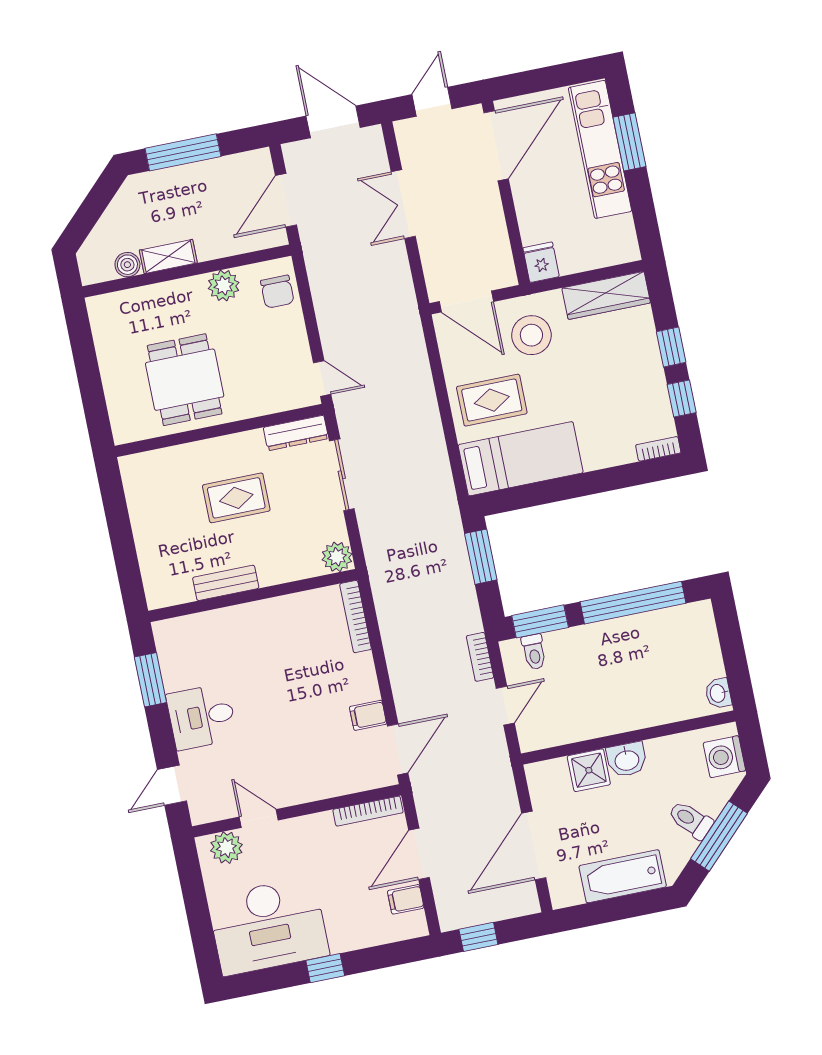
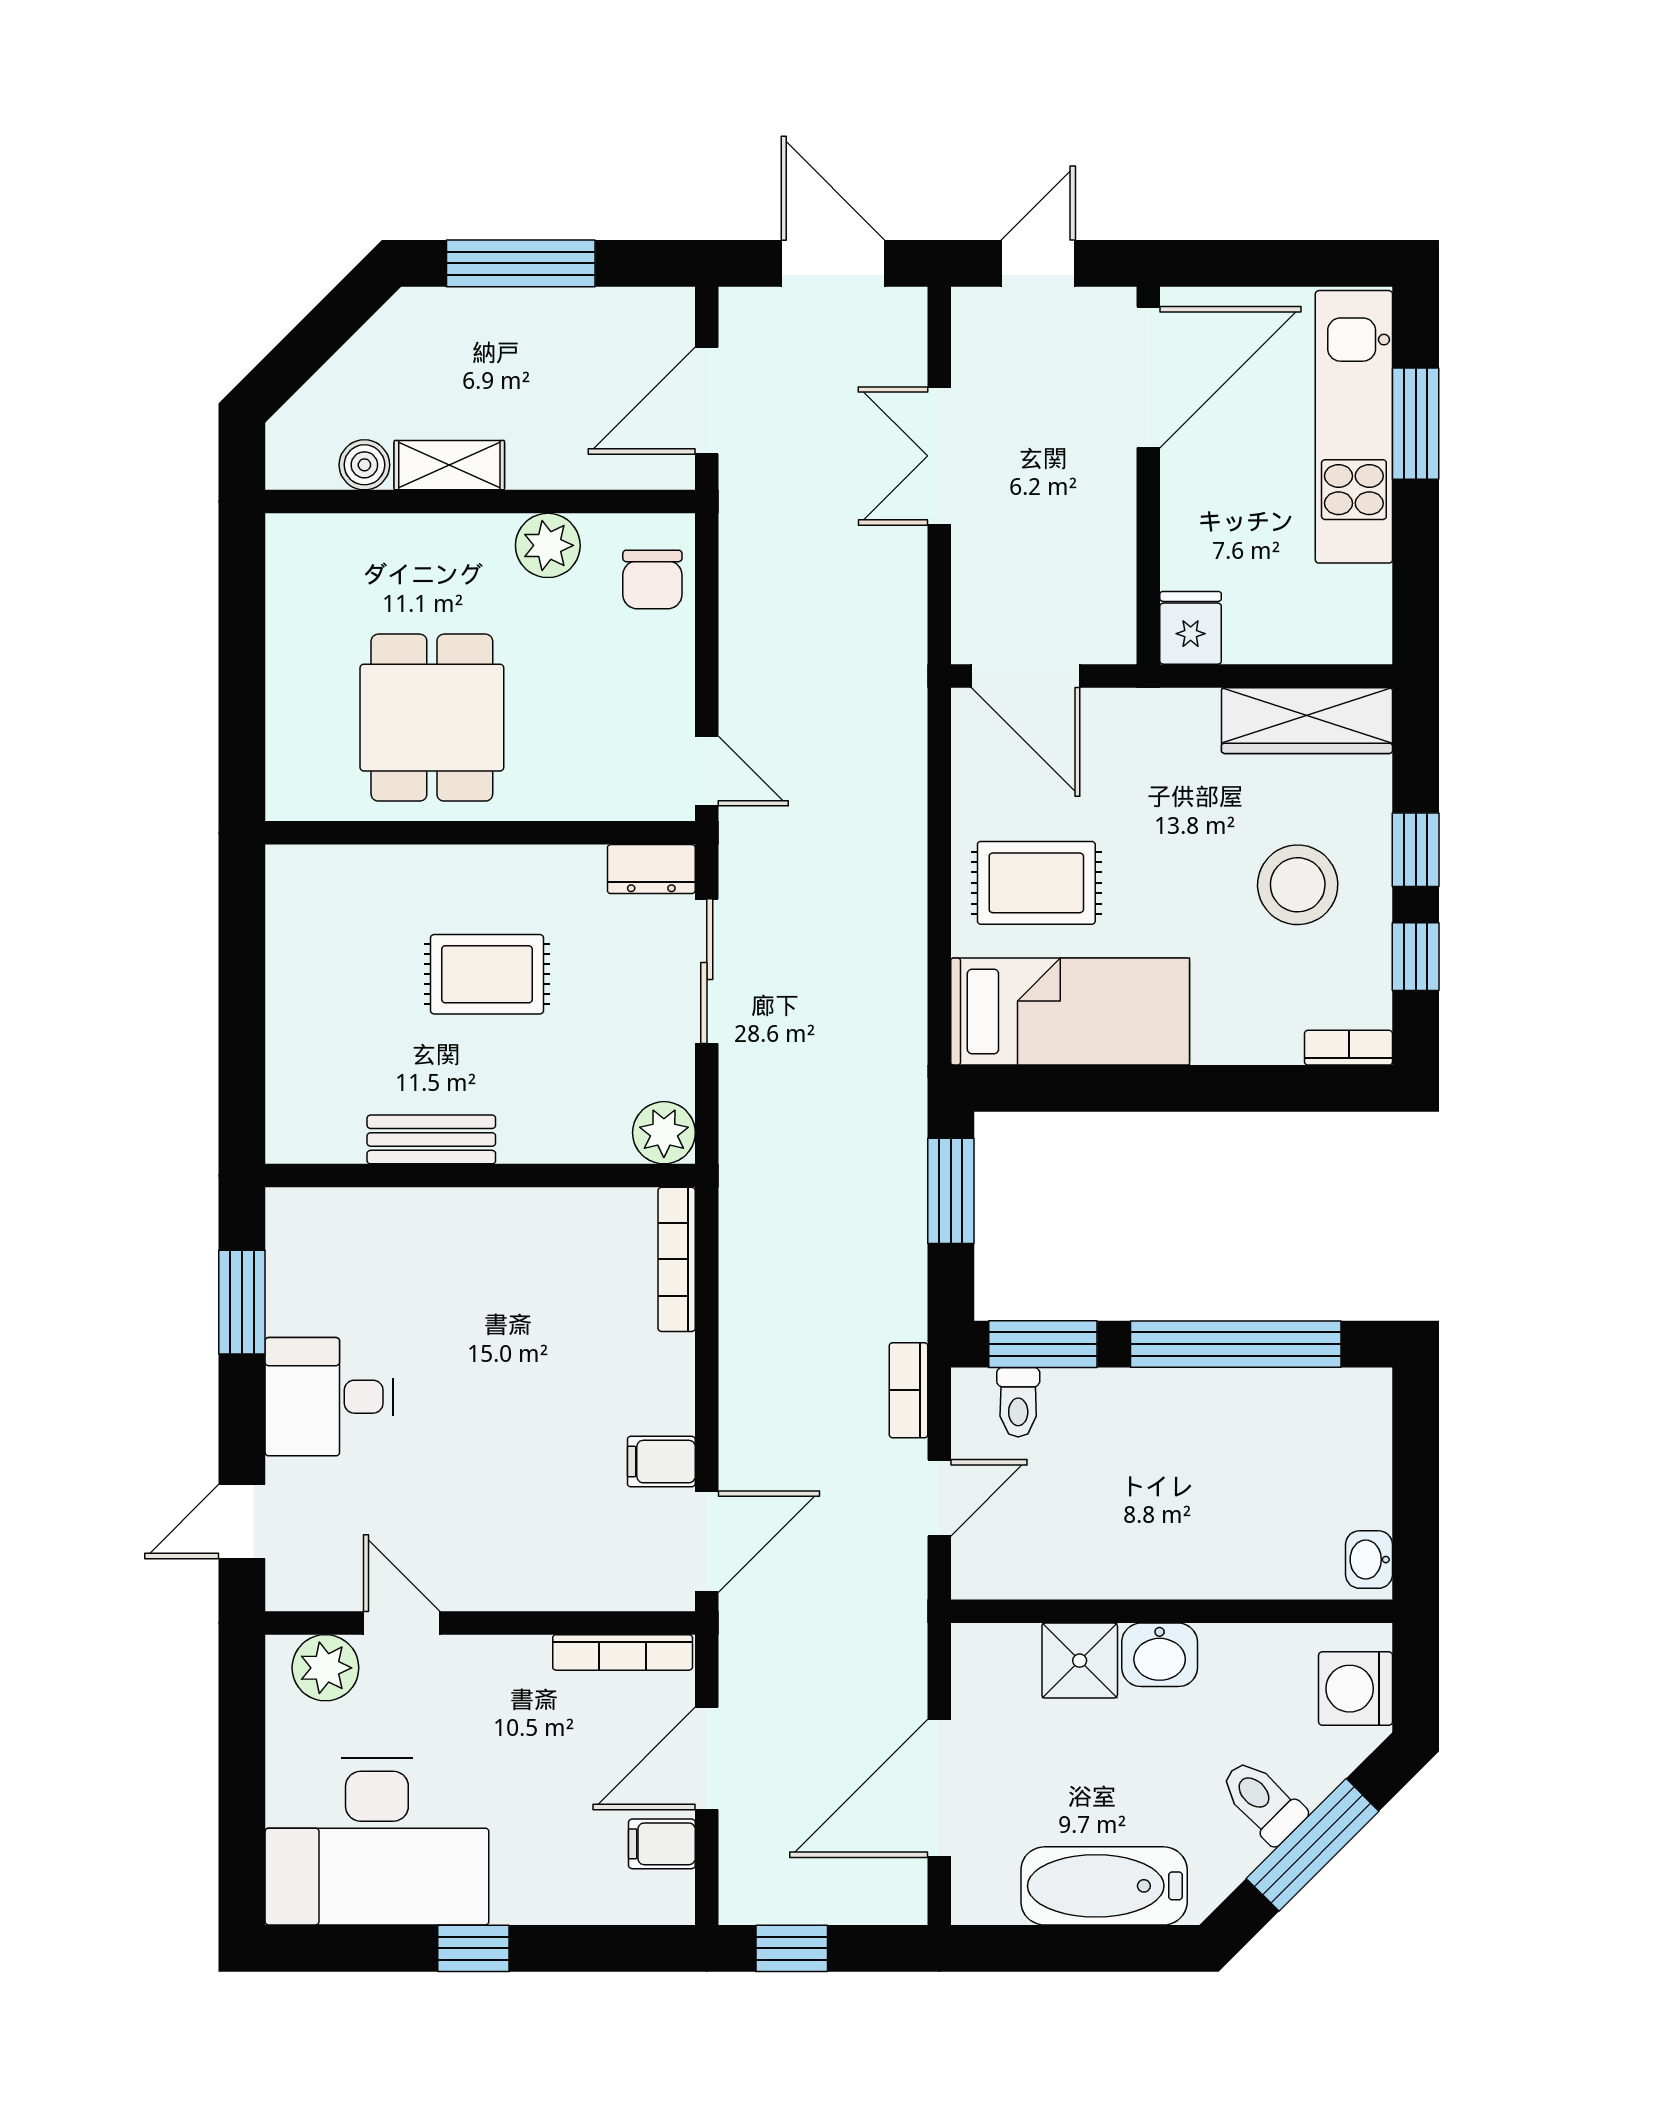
stool: (531, 335) -> (1298, 885), moved
dresser: (296, 433) -> (651, 869), width x0.70

